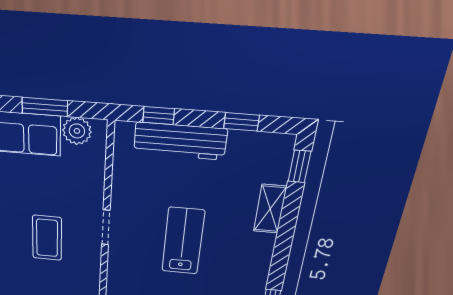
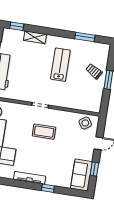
lab bench: (183, 241) -> (60, 65), moved, turned 90

